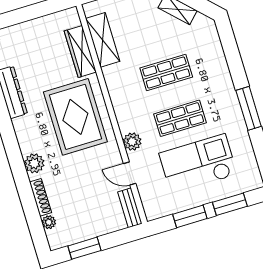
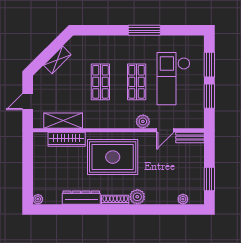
shoe rack: (40, 197) -> (115, 200), moved

